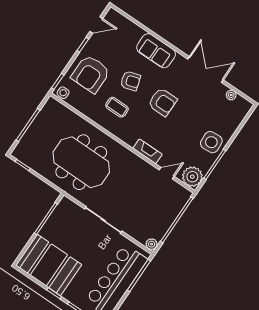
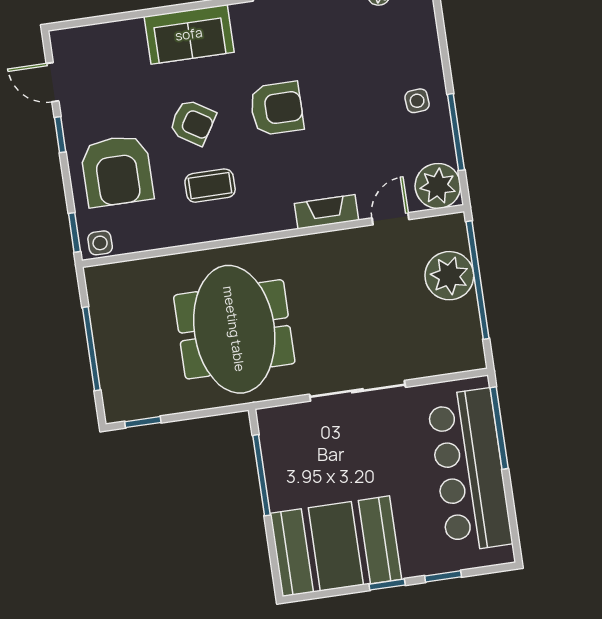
door: (96, 25) -> (52, 82), swing flipped
armchair: (130, 81) -> (193, 122), turned 49
side table: (211, 142) -> (417, 101), width x0.54, depth x0.54
meeting table: (81, 162) -> (234, 329), turned 90
plant: (152, 244) -> (449, 276), moved, width x1.88, depth x1.88

